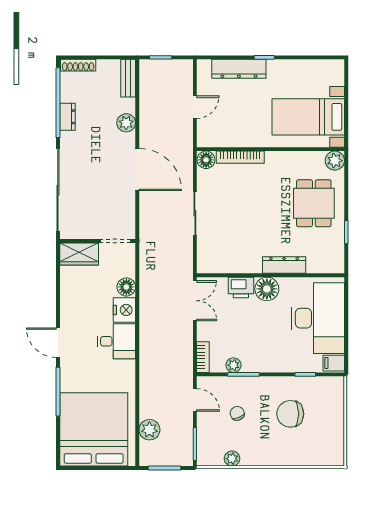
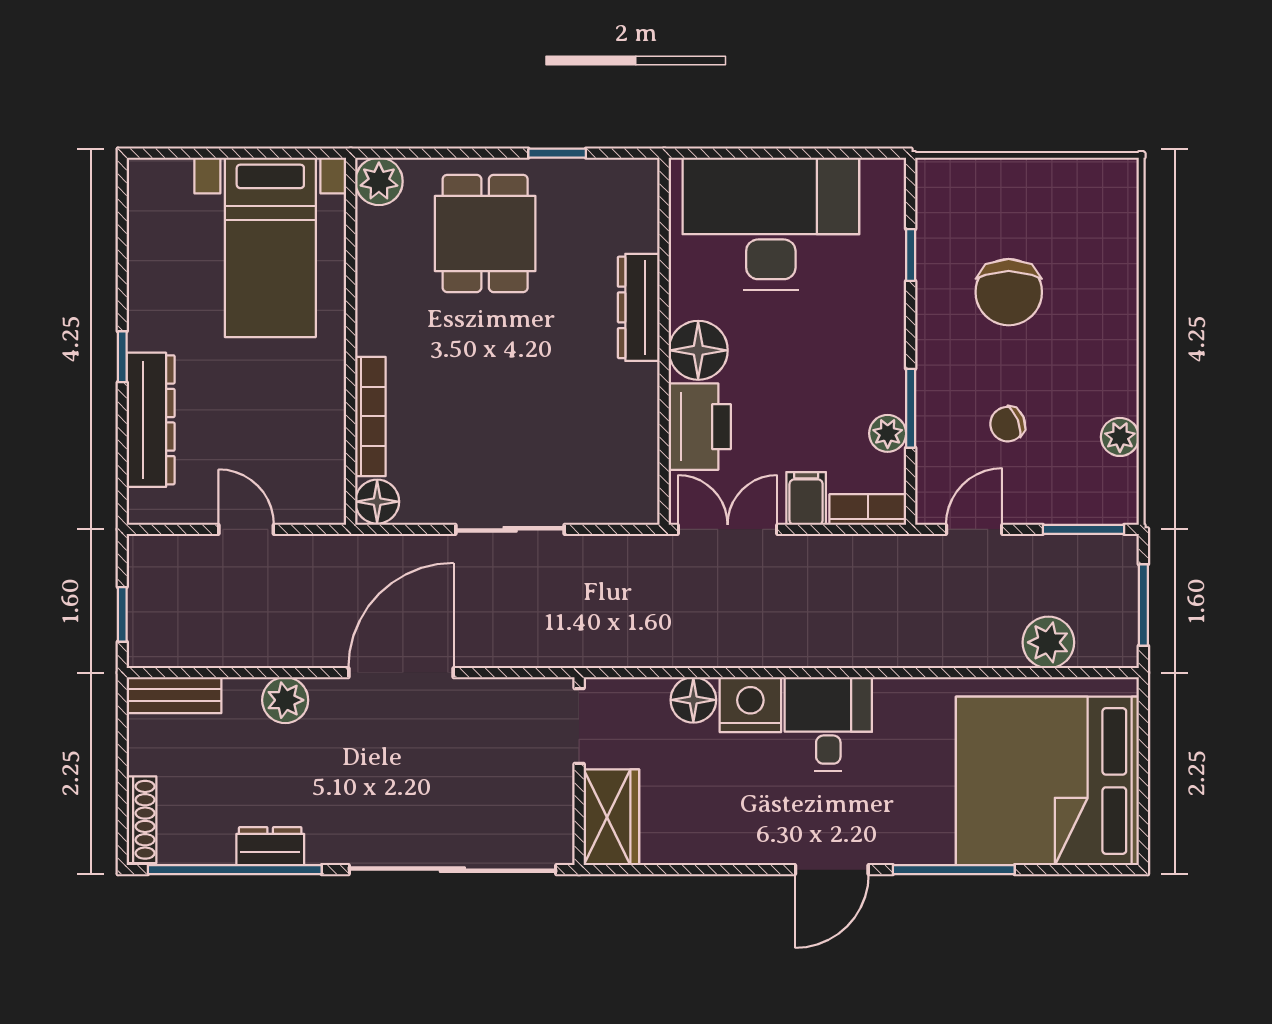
dining table: (314, 203) -> (485, 233), turned 90
printer: (241, 288) -> (700, 427), width x1.37, depth x1.19
filing cabinet: (334, 363) -> (806, 498), moved, turned 180

